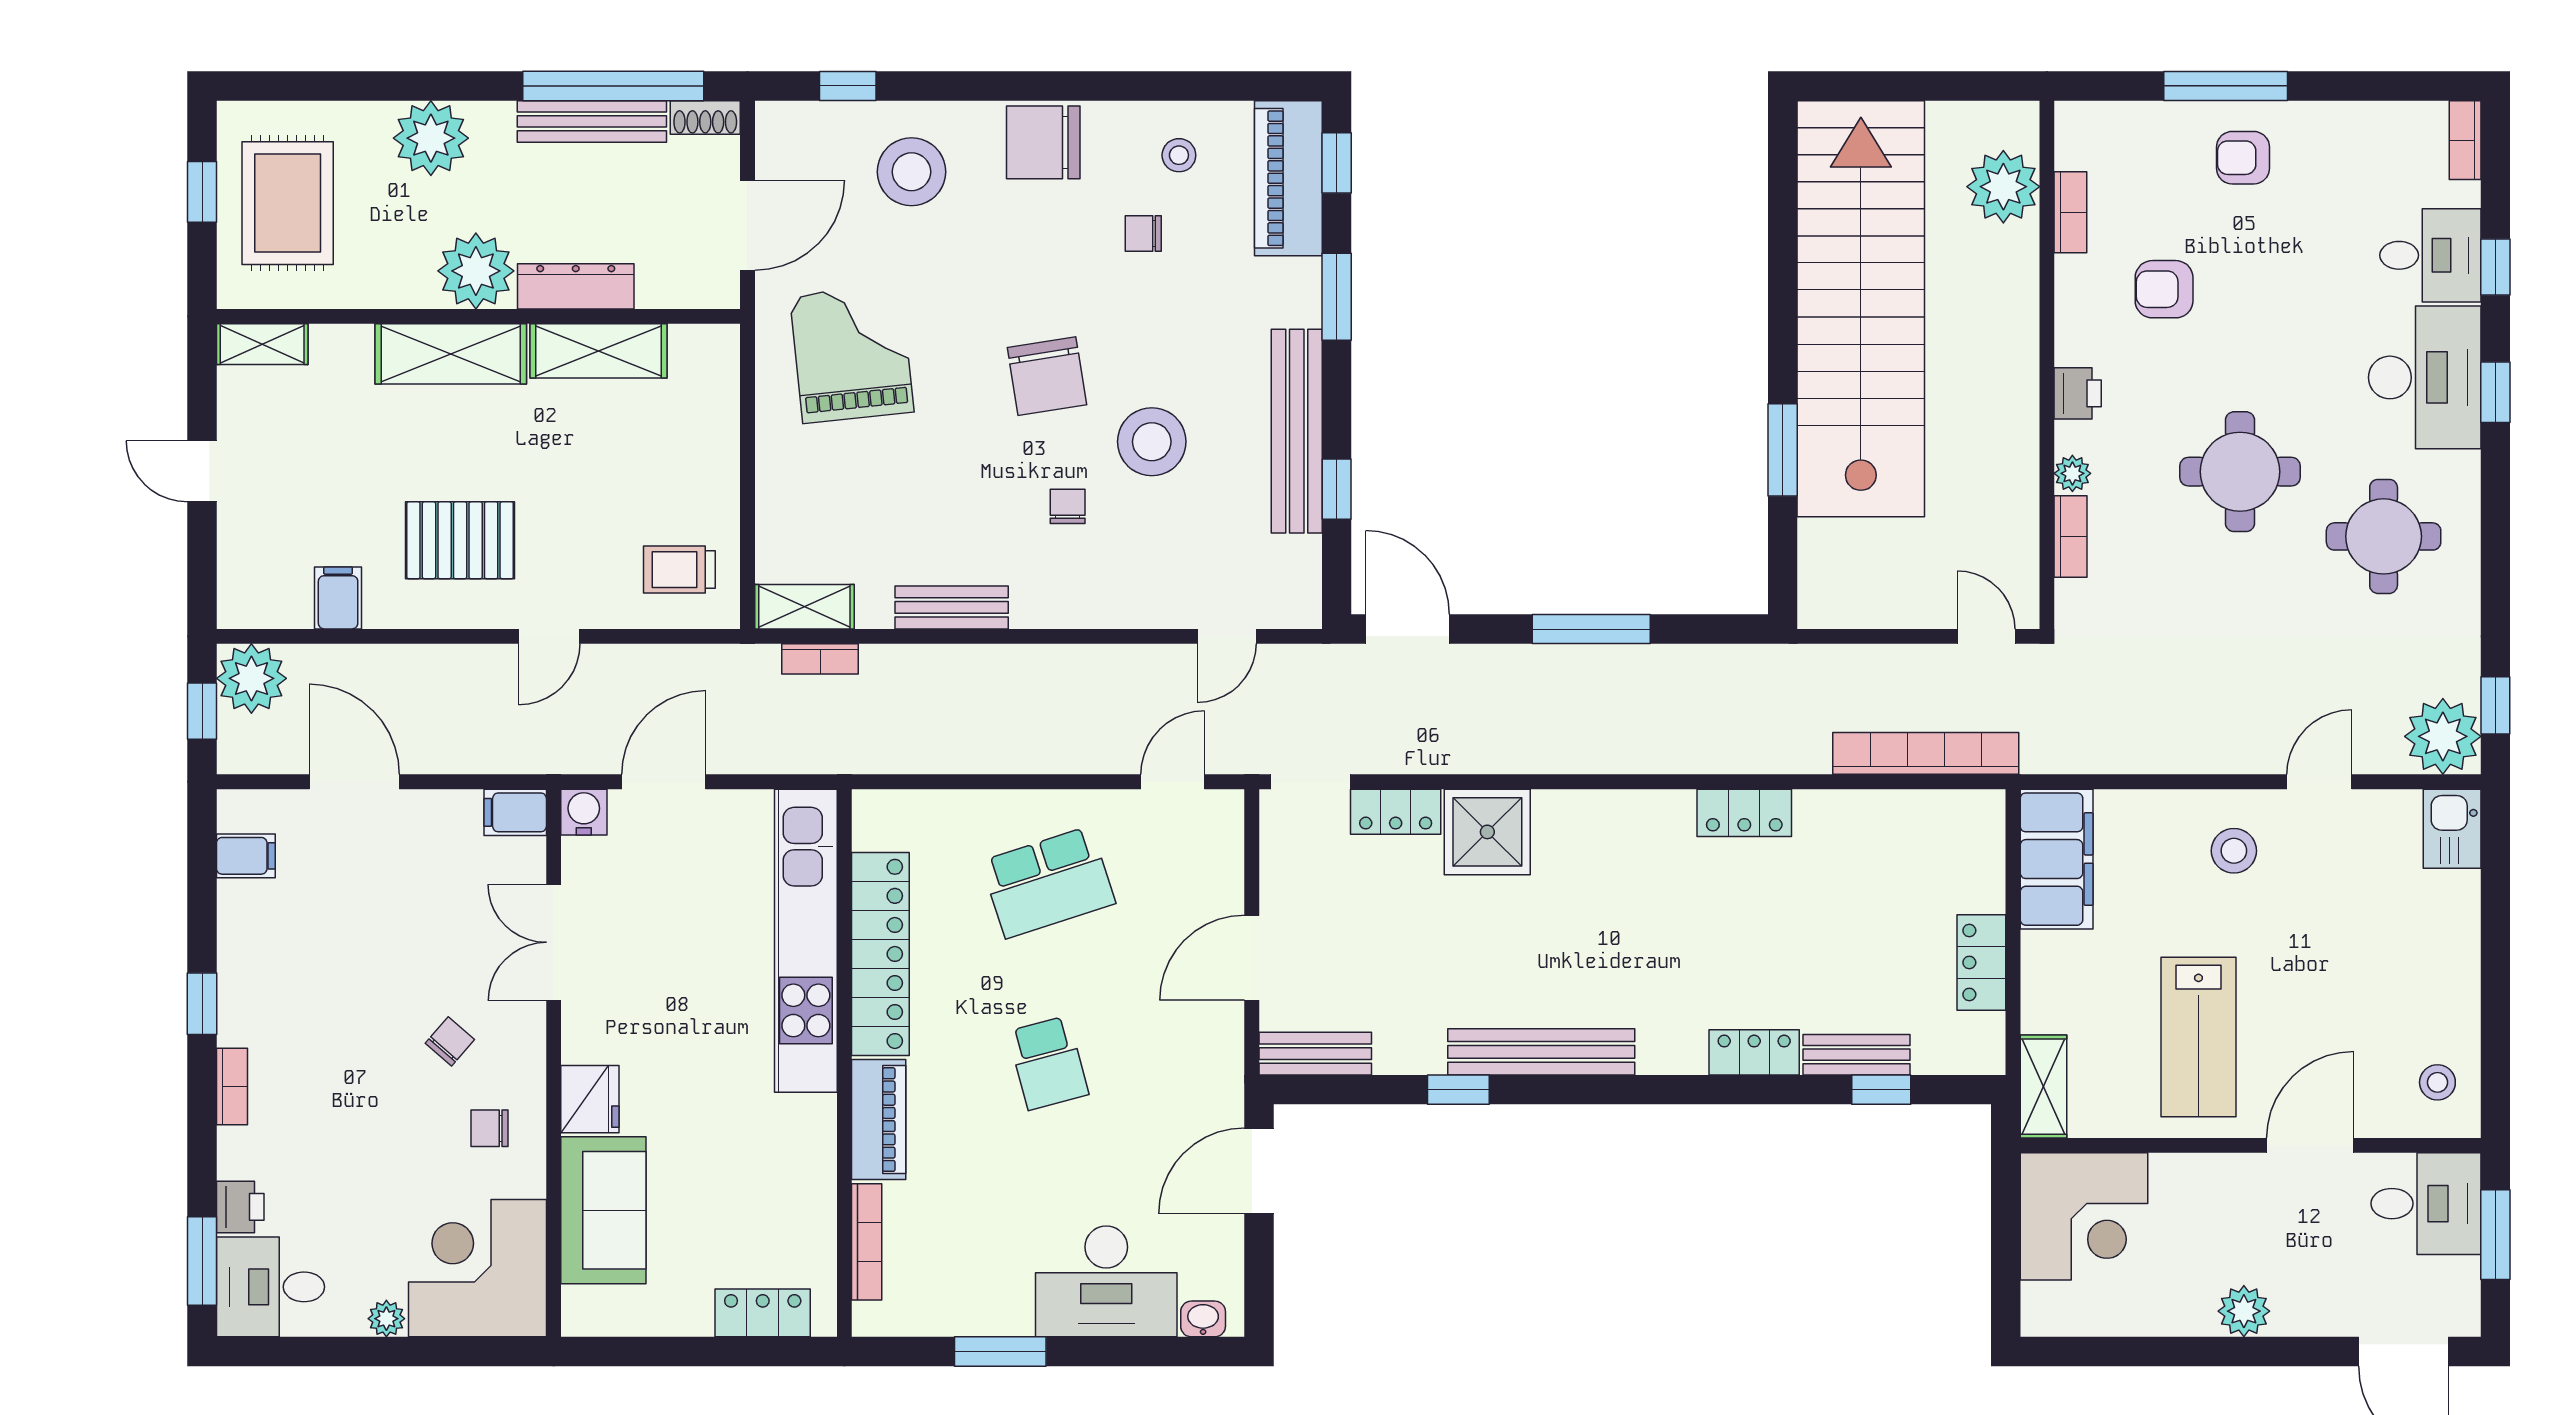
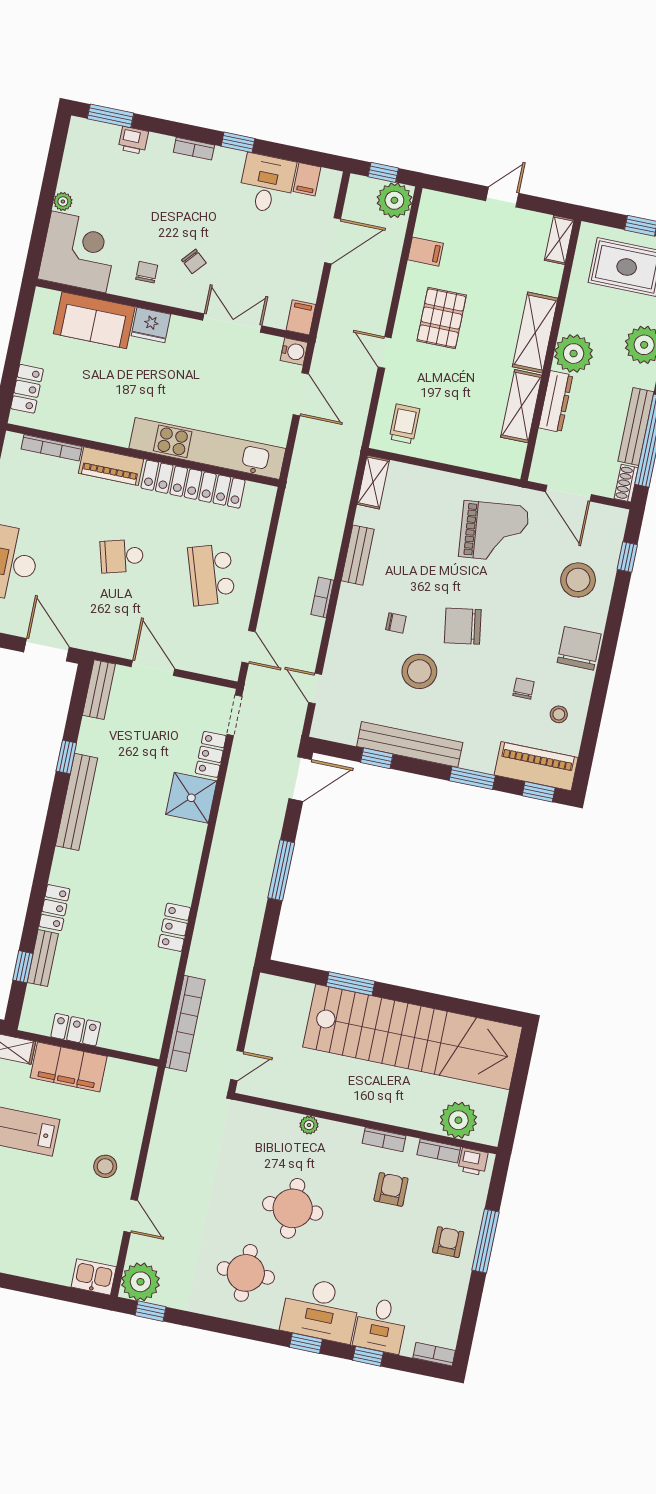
printer: (2078, 393) -> (473, 1162), moved
bookcase: (2071, 536) -> (384, 1140), moved
bookcase: (820, 659) -> (322, 597), moved
filing cabinet: (2057, 859) -> (69, 1067), moved
desk: (271, 1287) -> (267, 184), moved

